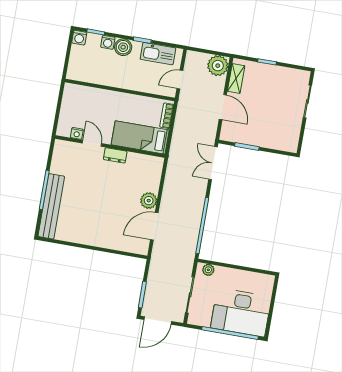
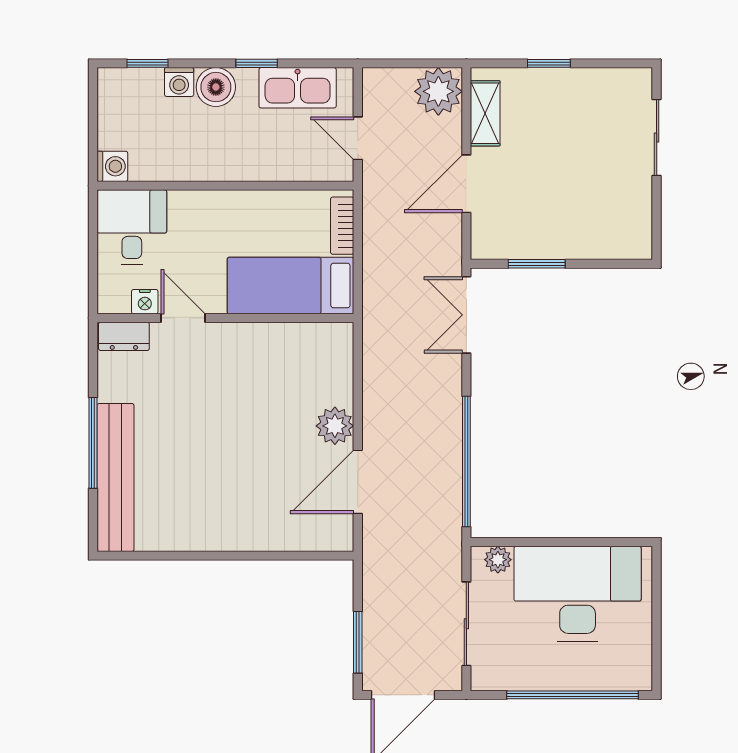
washing machine: (79, 38) -> (112, 166), moved, turned -90
door: (180, 80) -> (358, 138), hinge flipped
desk: (77, 101) -> (132, 227), added
door: (223, 107) -> (466, 184), swing flipped
dresser: (115, 155) -> (124, 336), moved
desk: (241, 312) -> (578, 594), moved, turned 180

